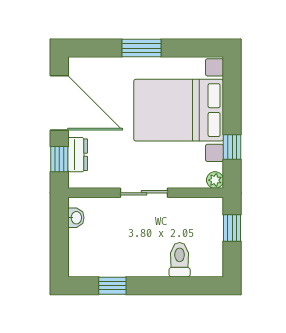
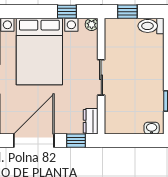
dresser: (78, 155) -> (91, 121), moved, turned -90
washbasin: (76, 218) -> (152, 128), moved
toilet: (180, 260) -> (151, 26), moved

